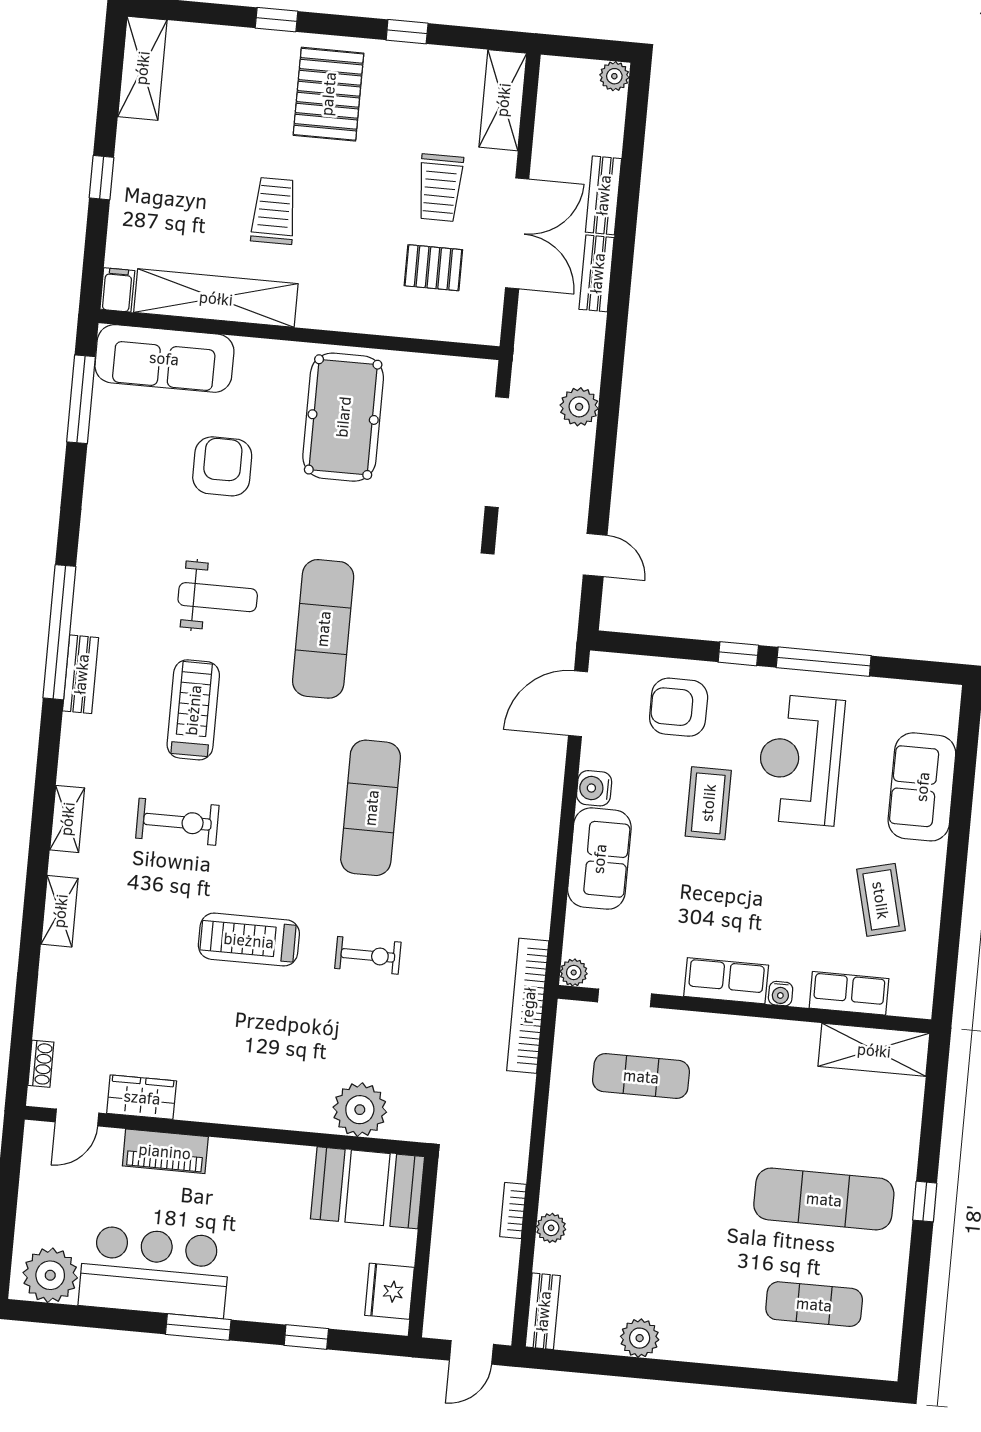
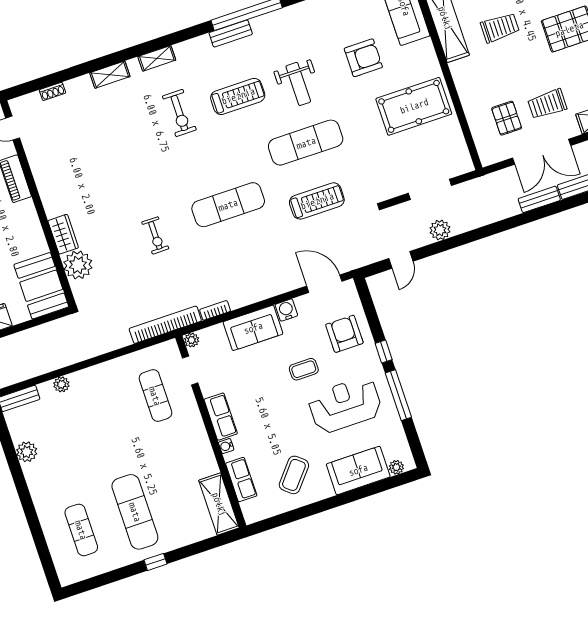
plant: (579, 407) -> (440, 230), moved
doorway: (497, 452) -> (430, 189), width x0.73
plant: (945, 719) -> (396, 467), added
coffee table: (708, 803) -> (304, 369), width x0.73, depth x0.77
coffee table: (881, 900) -> (294, 475), turned -36
treadmill: (249, 940) -> (317, 201), moved, turned 90
shoe rack: (41, 1064) -> (52, 91), moved
wardrobe: (142, 1097) -> (63, 234), moved
bookcase: (513, 1210) -> (215, 310), moved

